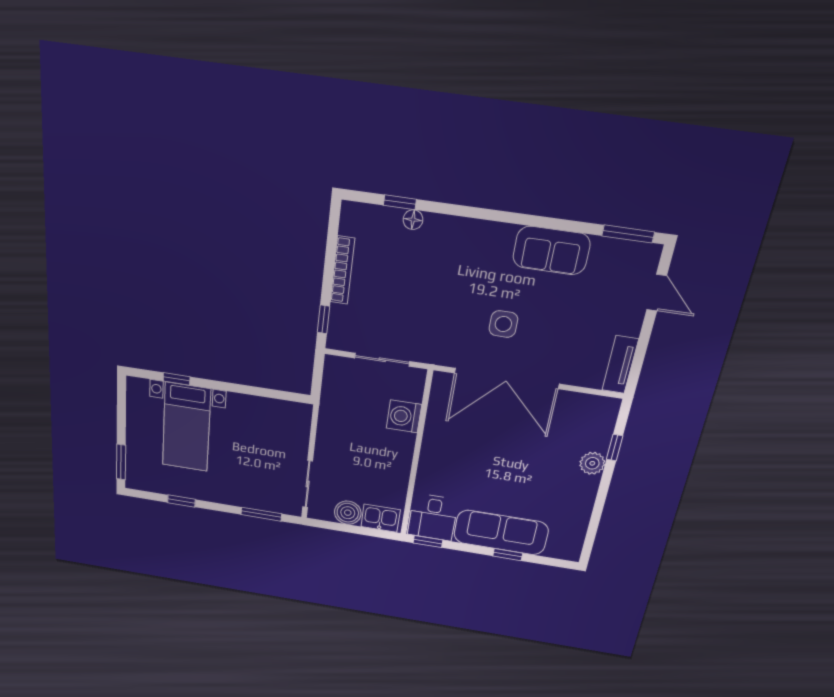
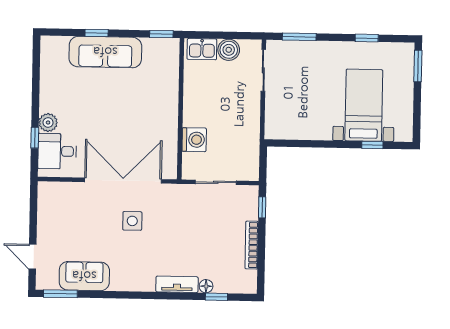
sofa: (551, 251) -> (84, 276), moved
tv unit: (620, 365) -> (177, 284), moved, turned -90
desk: (433, 517) -> (57, 151), moved, turned -90

